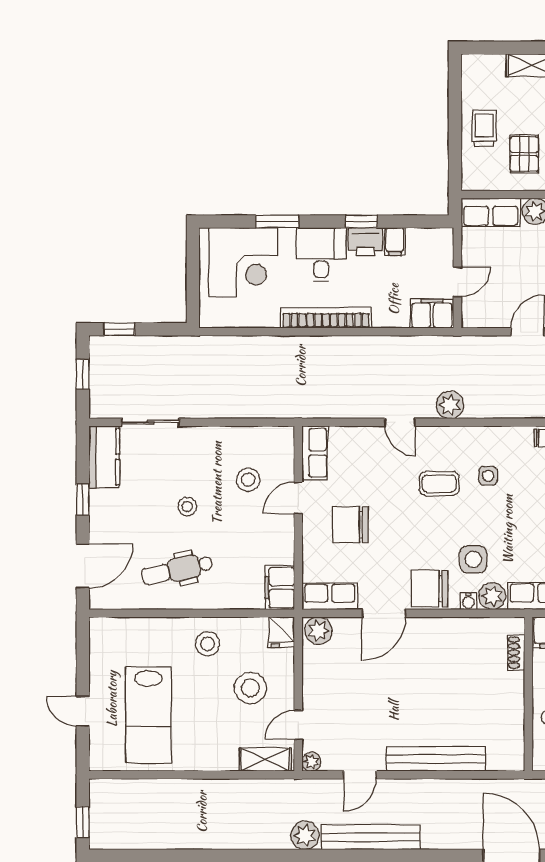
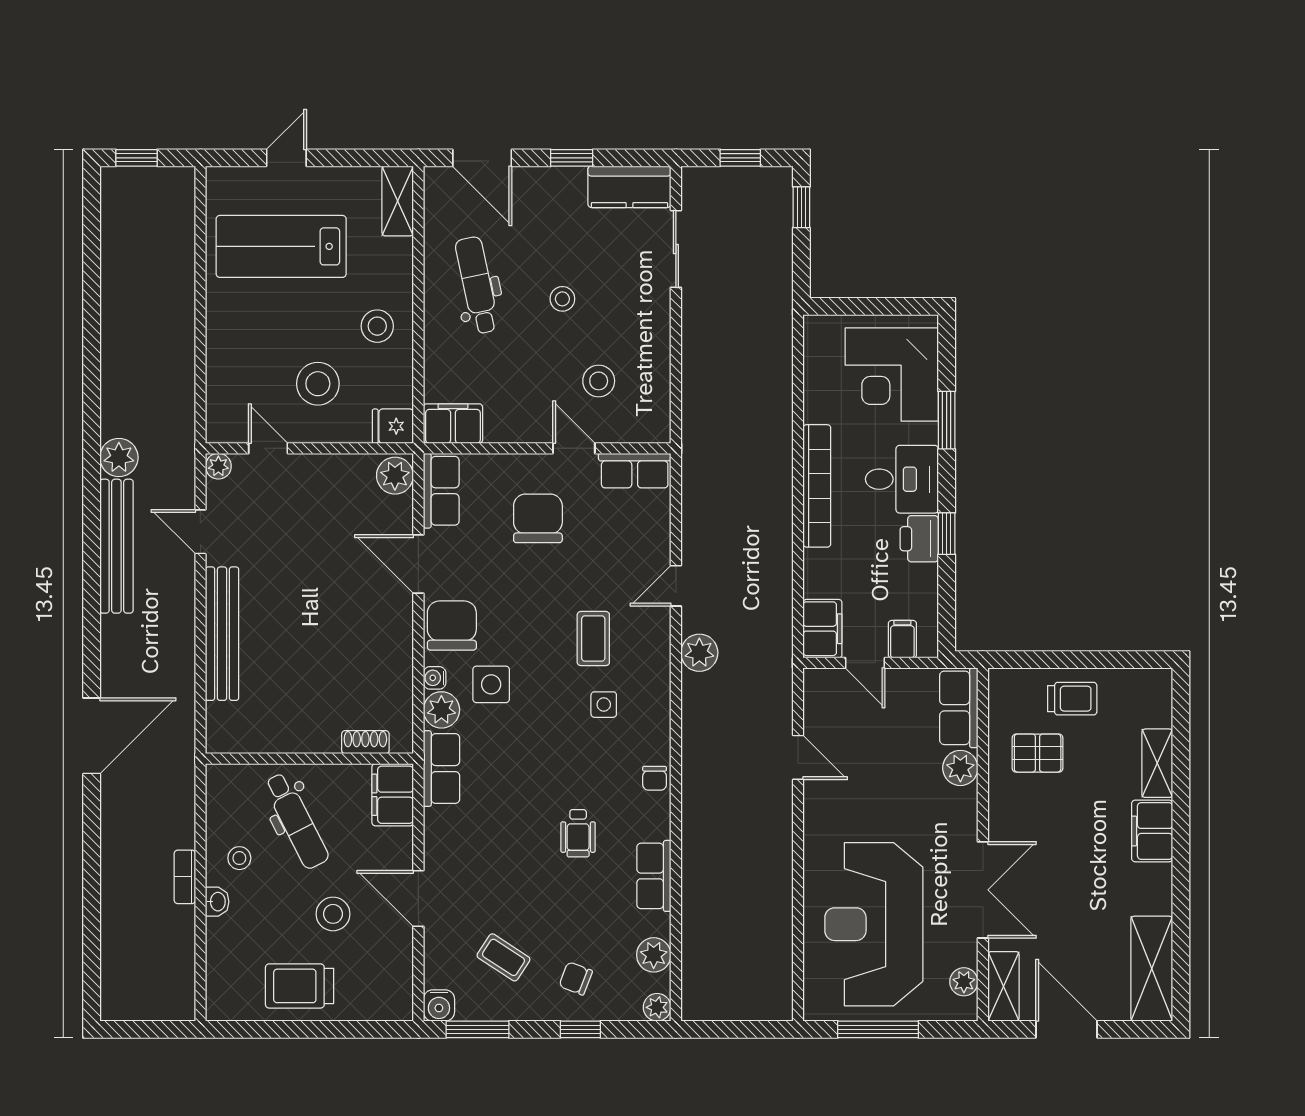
filing cabinet: (395, 242) -> (902, 639), moved, turned 90
shelving: (265, 760) -> (398, 201), moved

